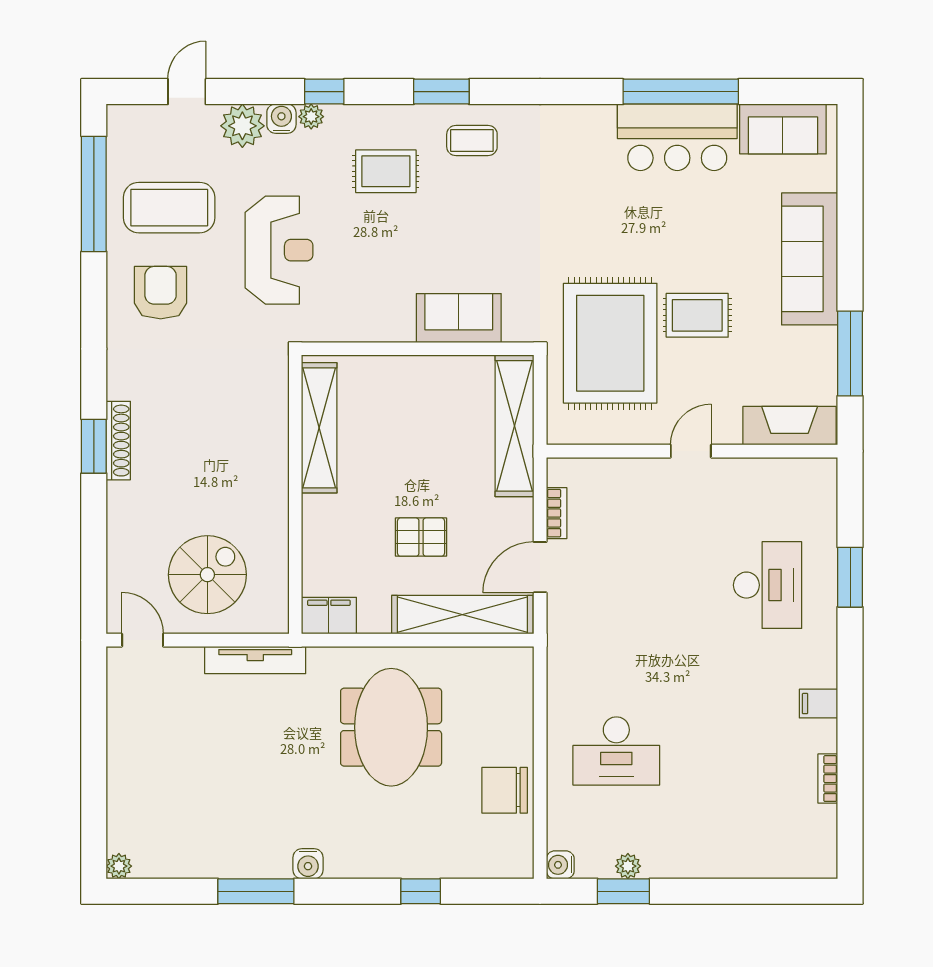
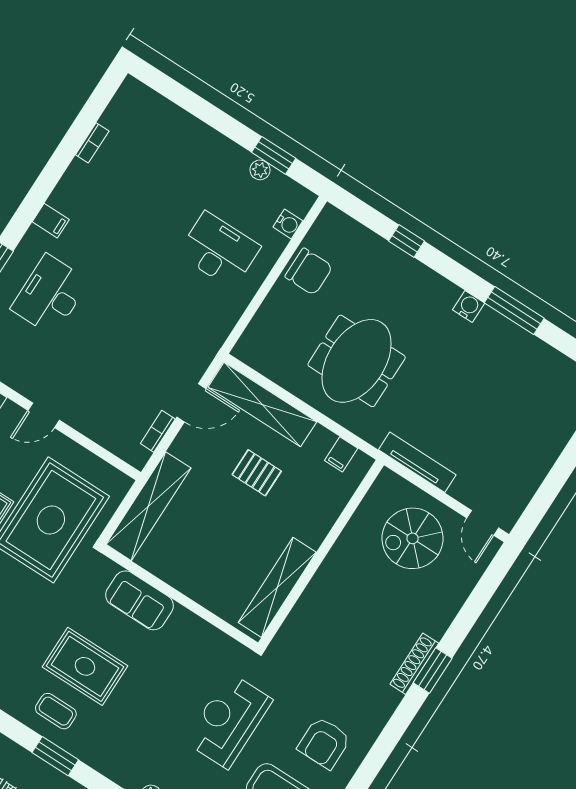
rug: (386, 171) -> (85, 666), moved, width x1.36, depth x1.43
filing cabinet: (329, 616) -> (341, 454), width x0.50
filing cabinet: (818, 704) -> (51, 221), moved
water cooler: (560, 865) -> (288, 224), moved

